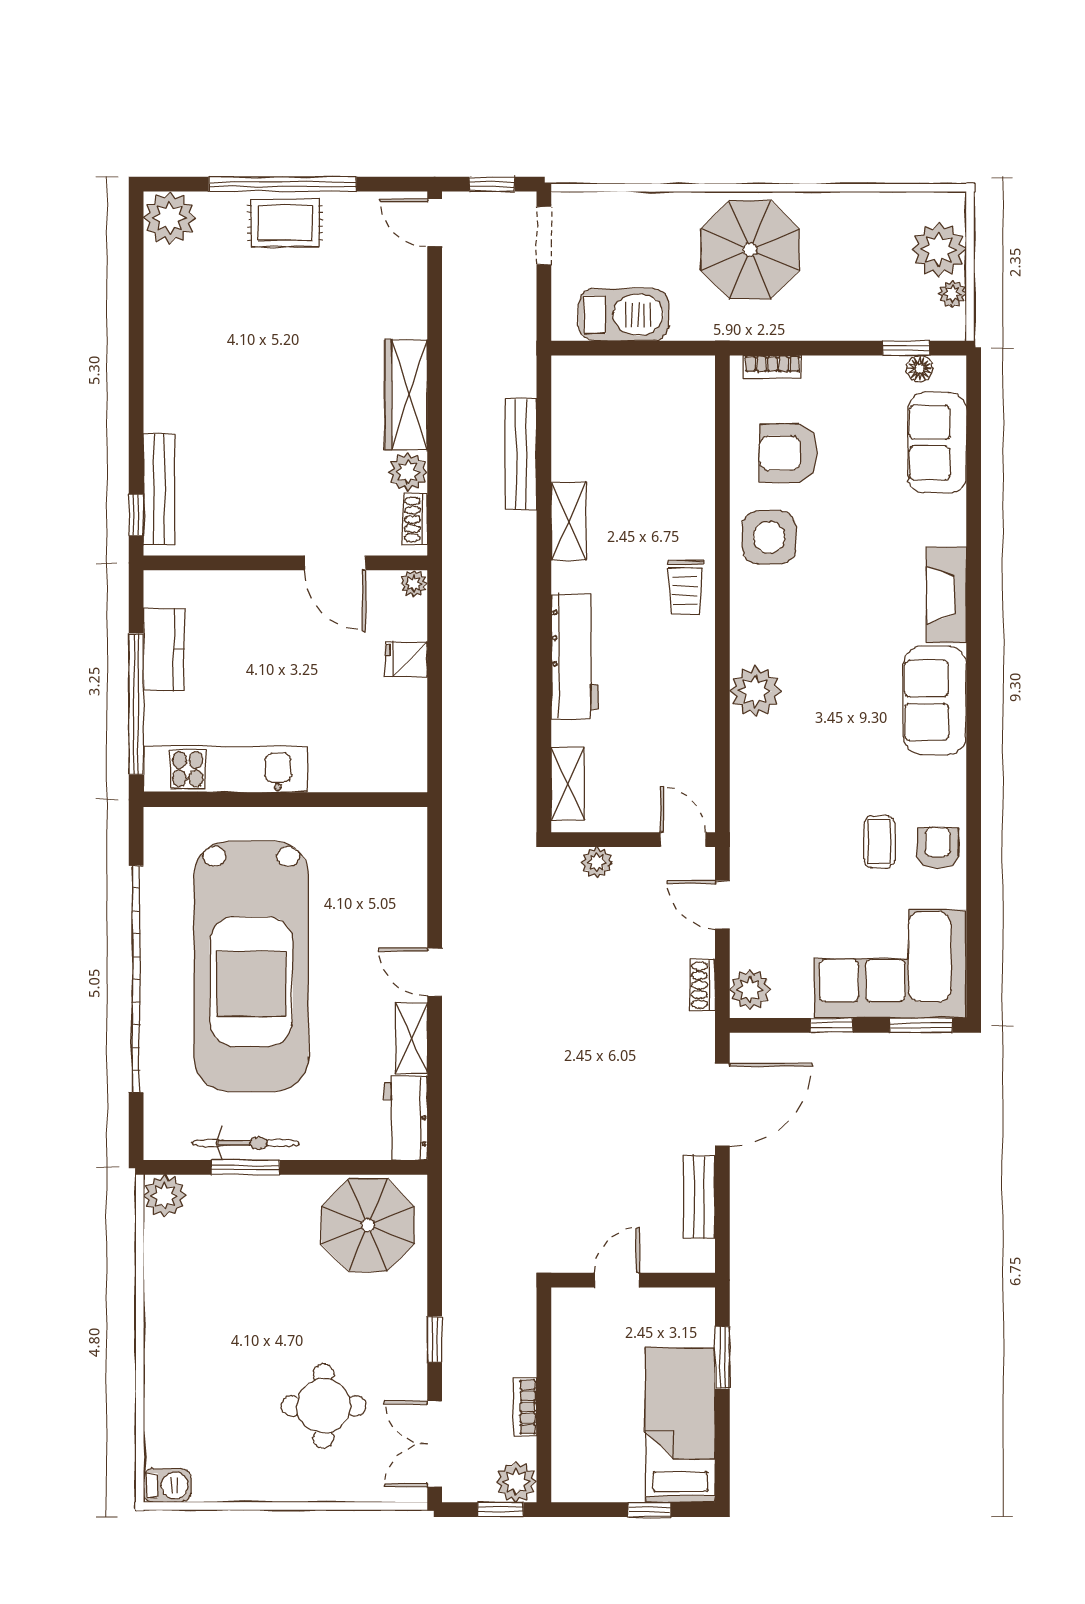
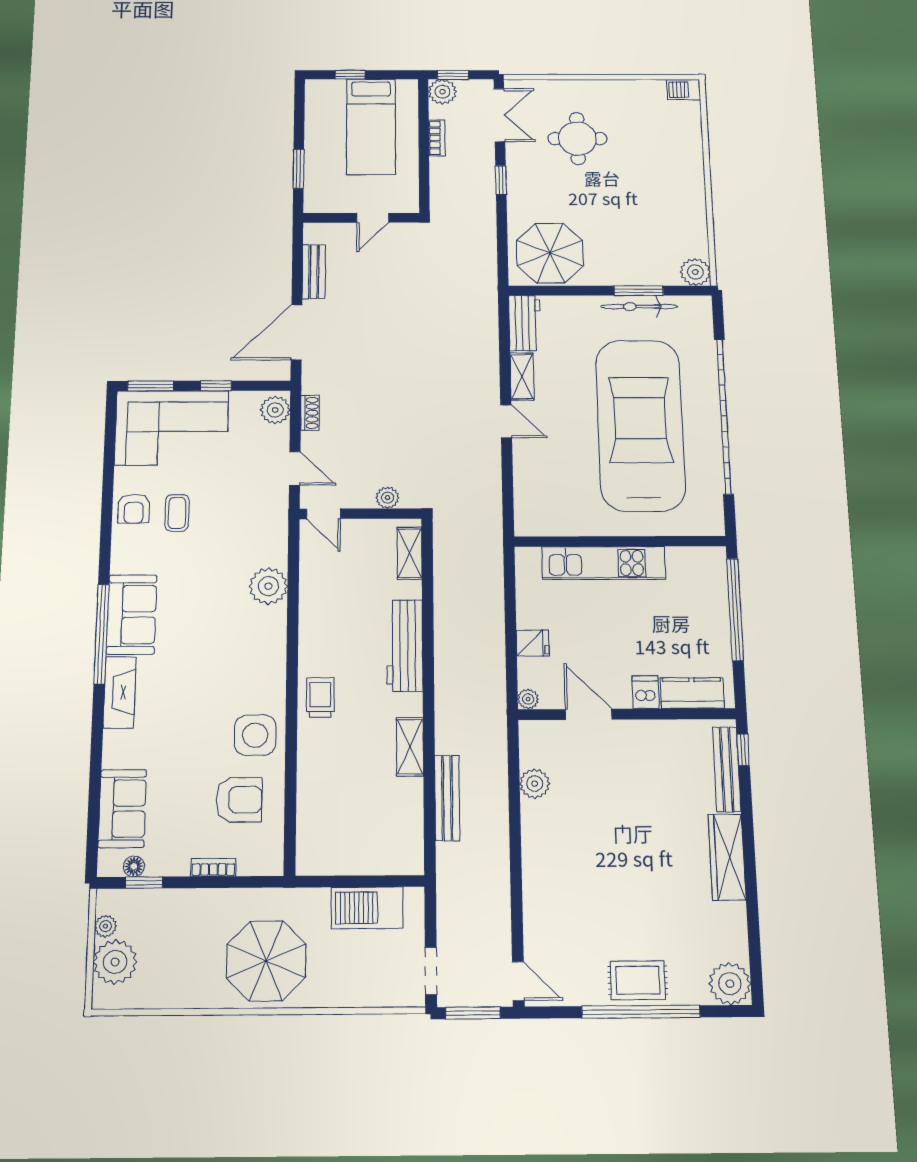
window: (492, 184) -> (473, 1013), width x1.50
bookcase: (772, 367) -> (213, 867), moved
wardrobe: (406, 395) -> (727, 857), moved, turned 180
shoe rack: (415, 519) -> (528, 747), removed
dishwasher: (260, 592) -> (645, 692), added
kitchen counter: (164, 650) -> (692, 693), moved, turned 90
window: (974, 674) -> (101, 634), added
plant: (755, 691) -> (268, 586), moved
kitchen unit: (225, 769) -> (604, 563), moved
bed: (680, 1425) -> (371, 127), moved

